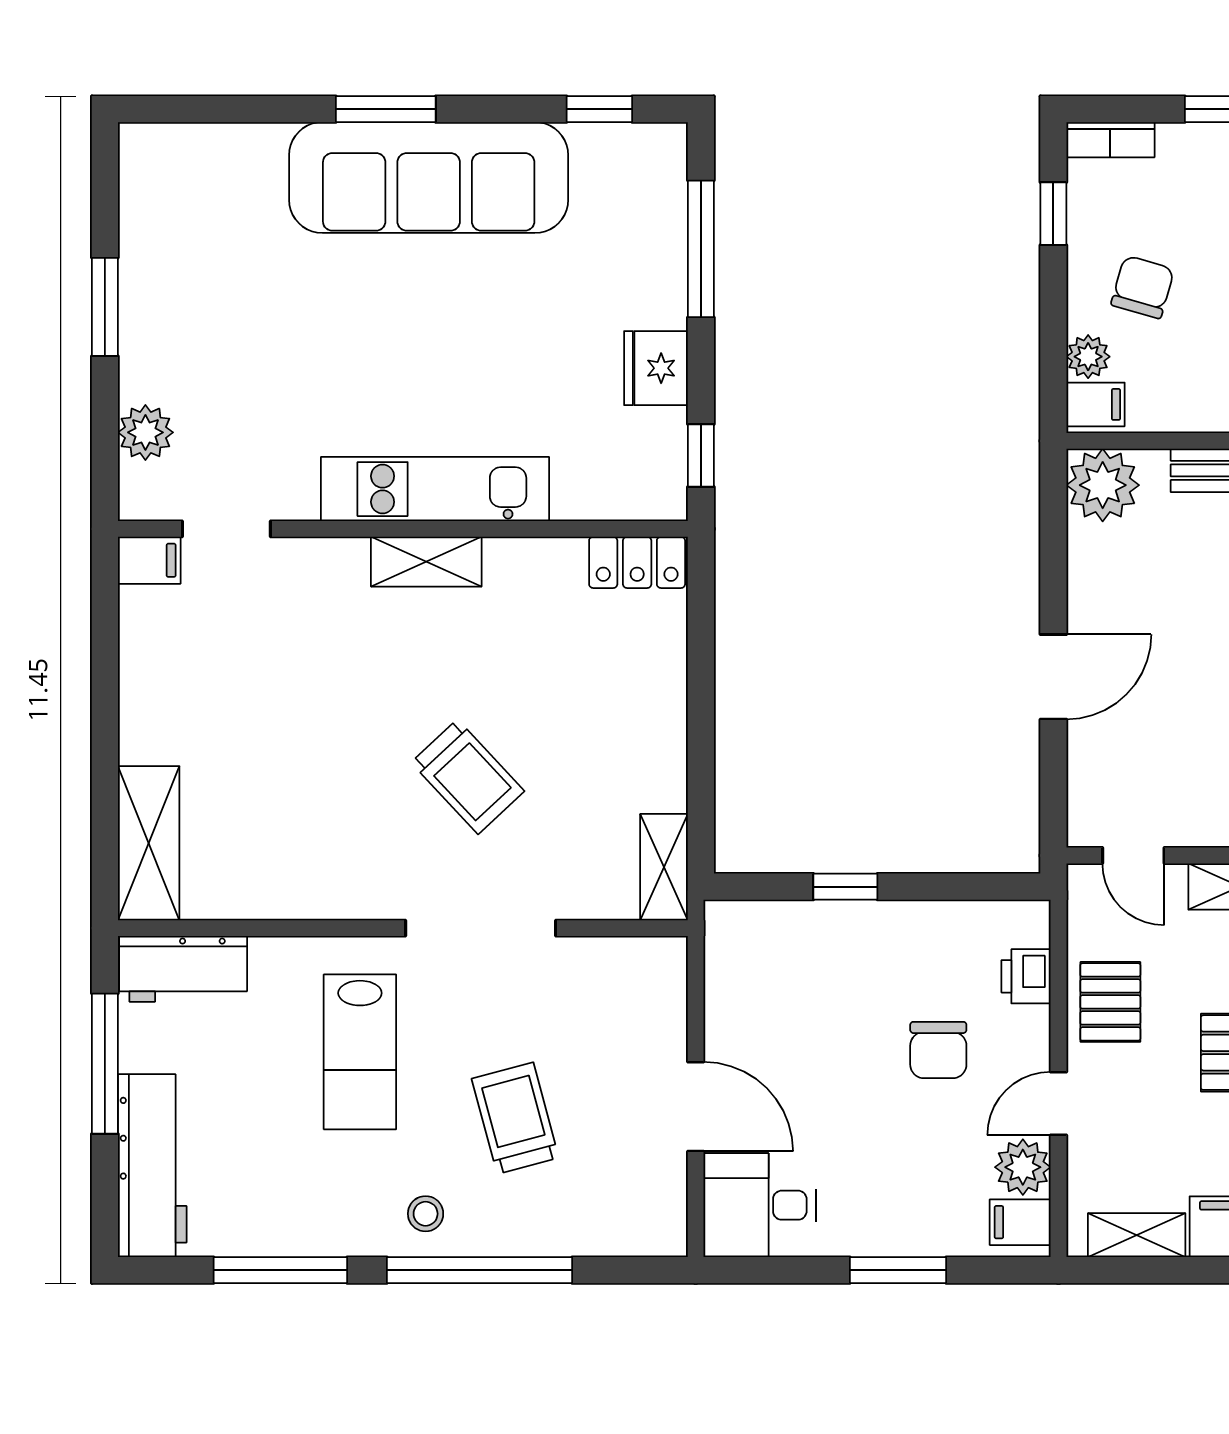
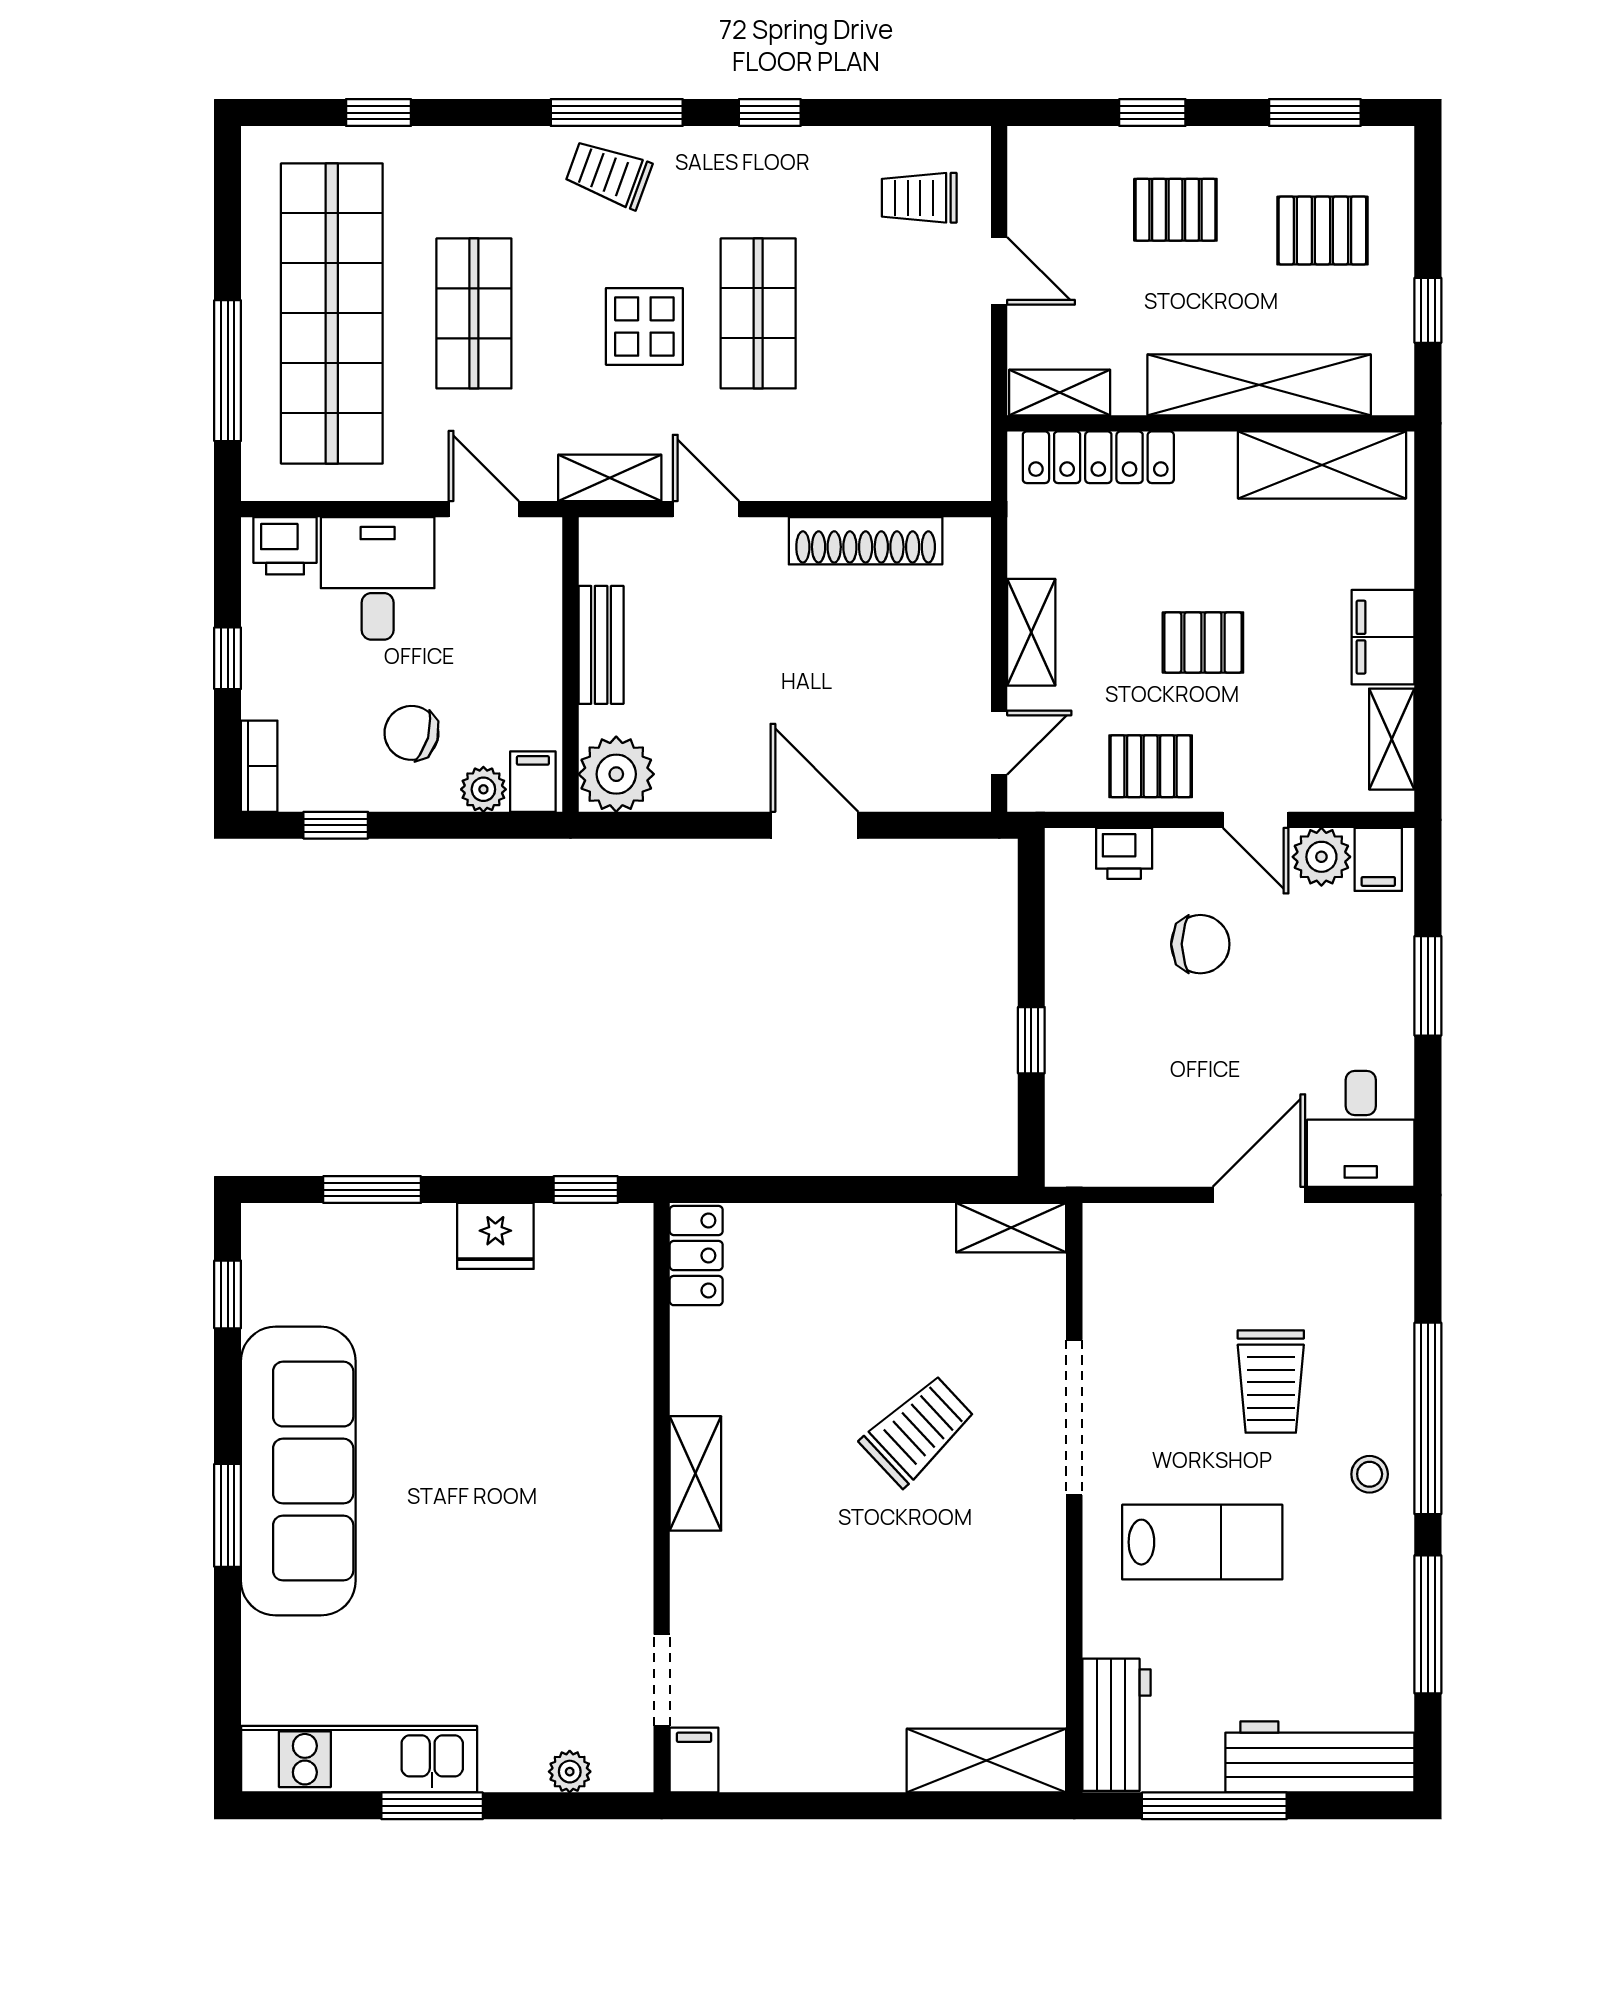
window: (701, 249) -> (372, 1190), width x0.69
plant: (145, 432) -> (570, 1772), width x0.73, depth x0.73
kitchen unit: (435, 489) -> (359, 1759), moved, turned 90
trolley: (515, 1118) -> (1271, 1382), turned -75

